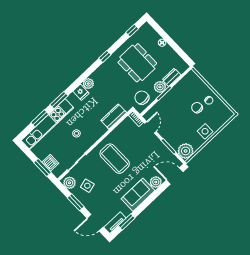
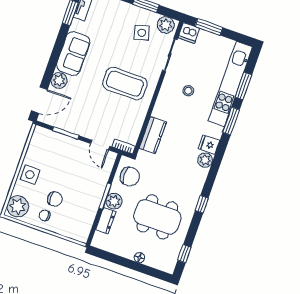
plant: (186, 151) -> (18, 206), moved
dishwasher: (50, 163) -> (189, 33), moved

